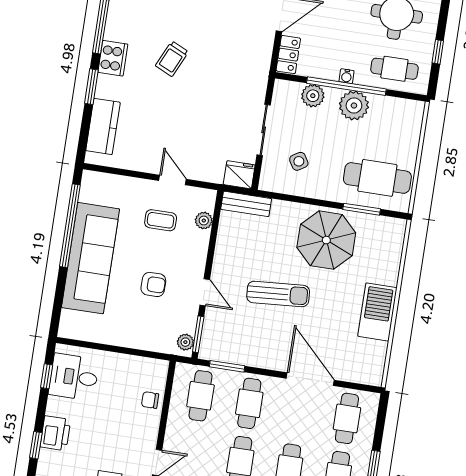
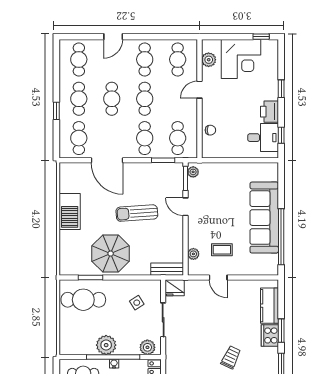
cooker: (113, 58) -> (270, 335), moved
plant: (313, 96) -> (147, 347), moved
armchair: (153, 284) -> (220, 207), removed
printer: (55, 433) -> (269, 112), moved

